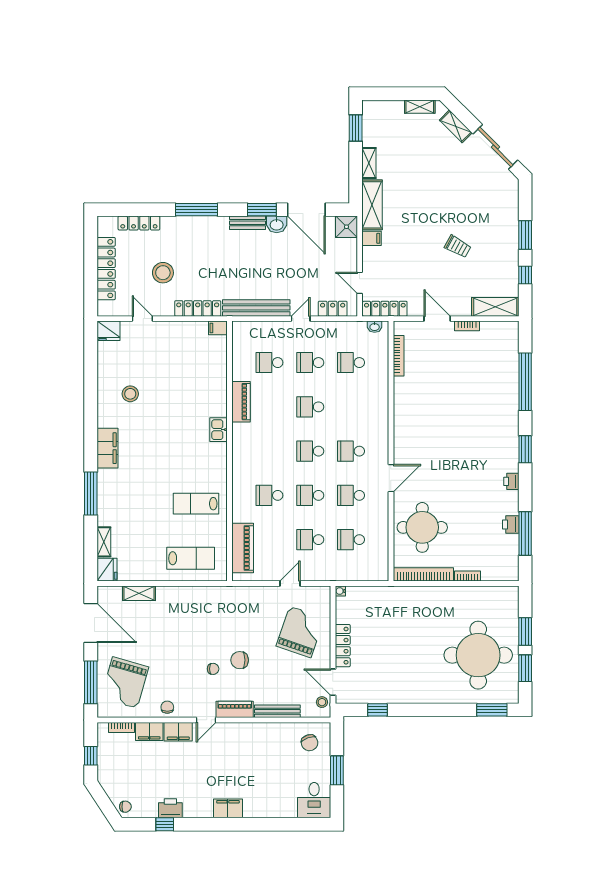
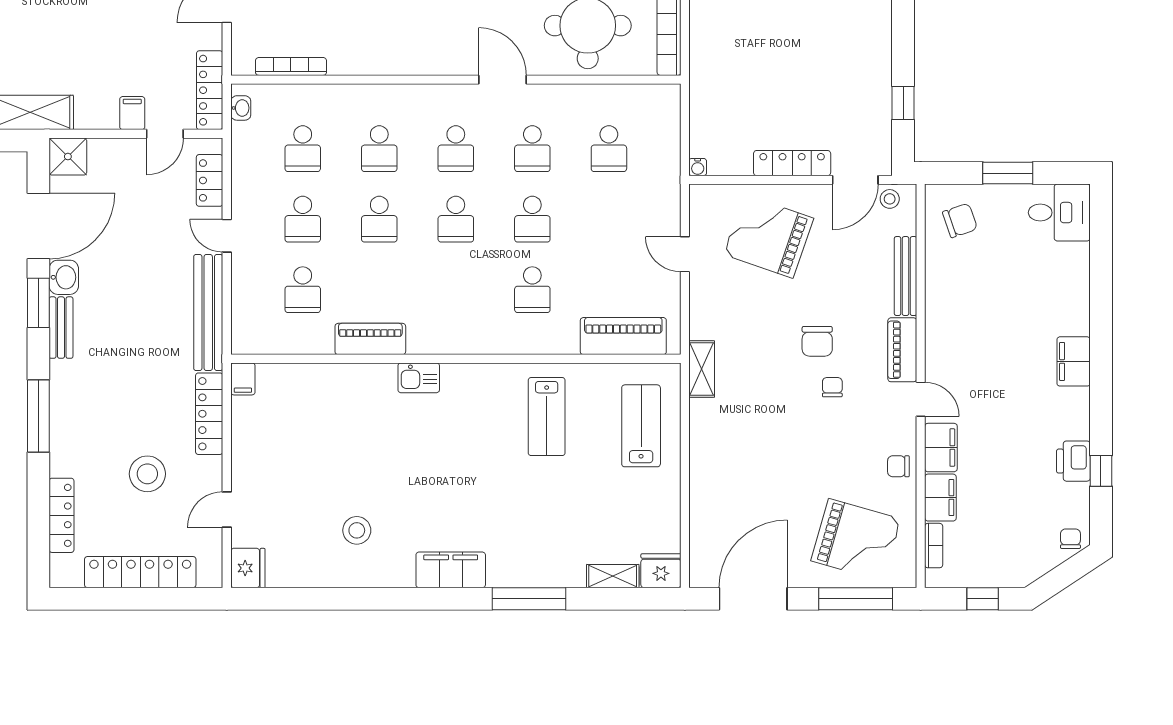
filing cabinet: (372, 238) -> (132, 113), moved
school desk: (310, 540) -> (379, 149), moved
shelving: (139, 593) -> (702, 369), moved

